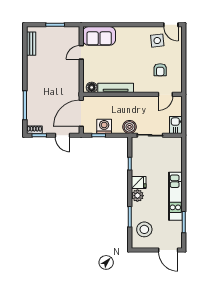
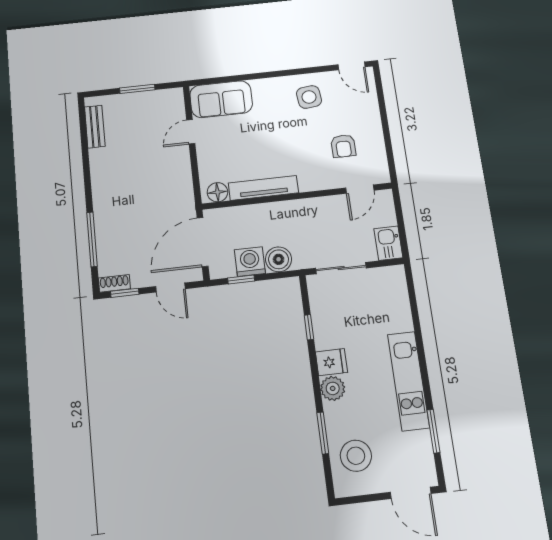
side table: (157, 41) -> (309, 97), moved
boiler: (130, 127) -> (279, 259), moved

